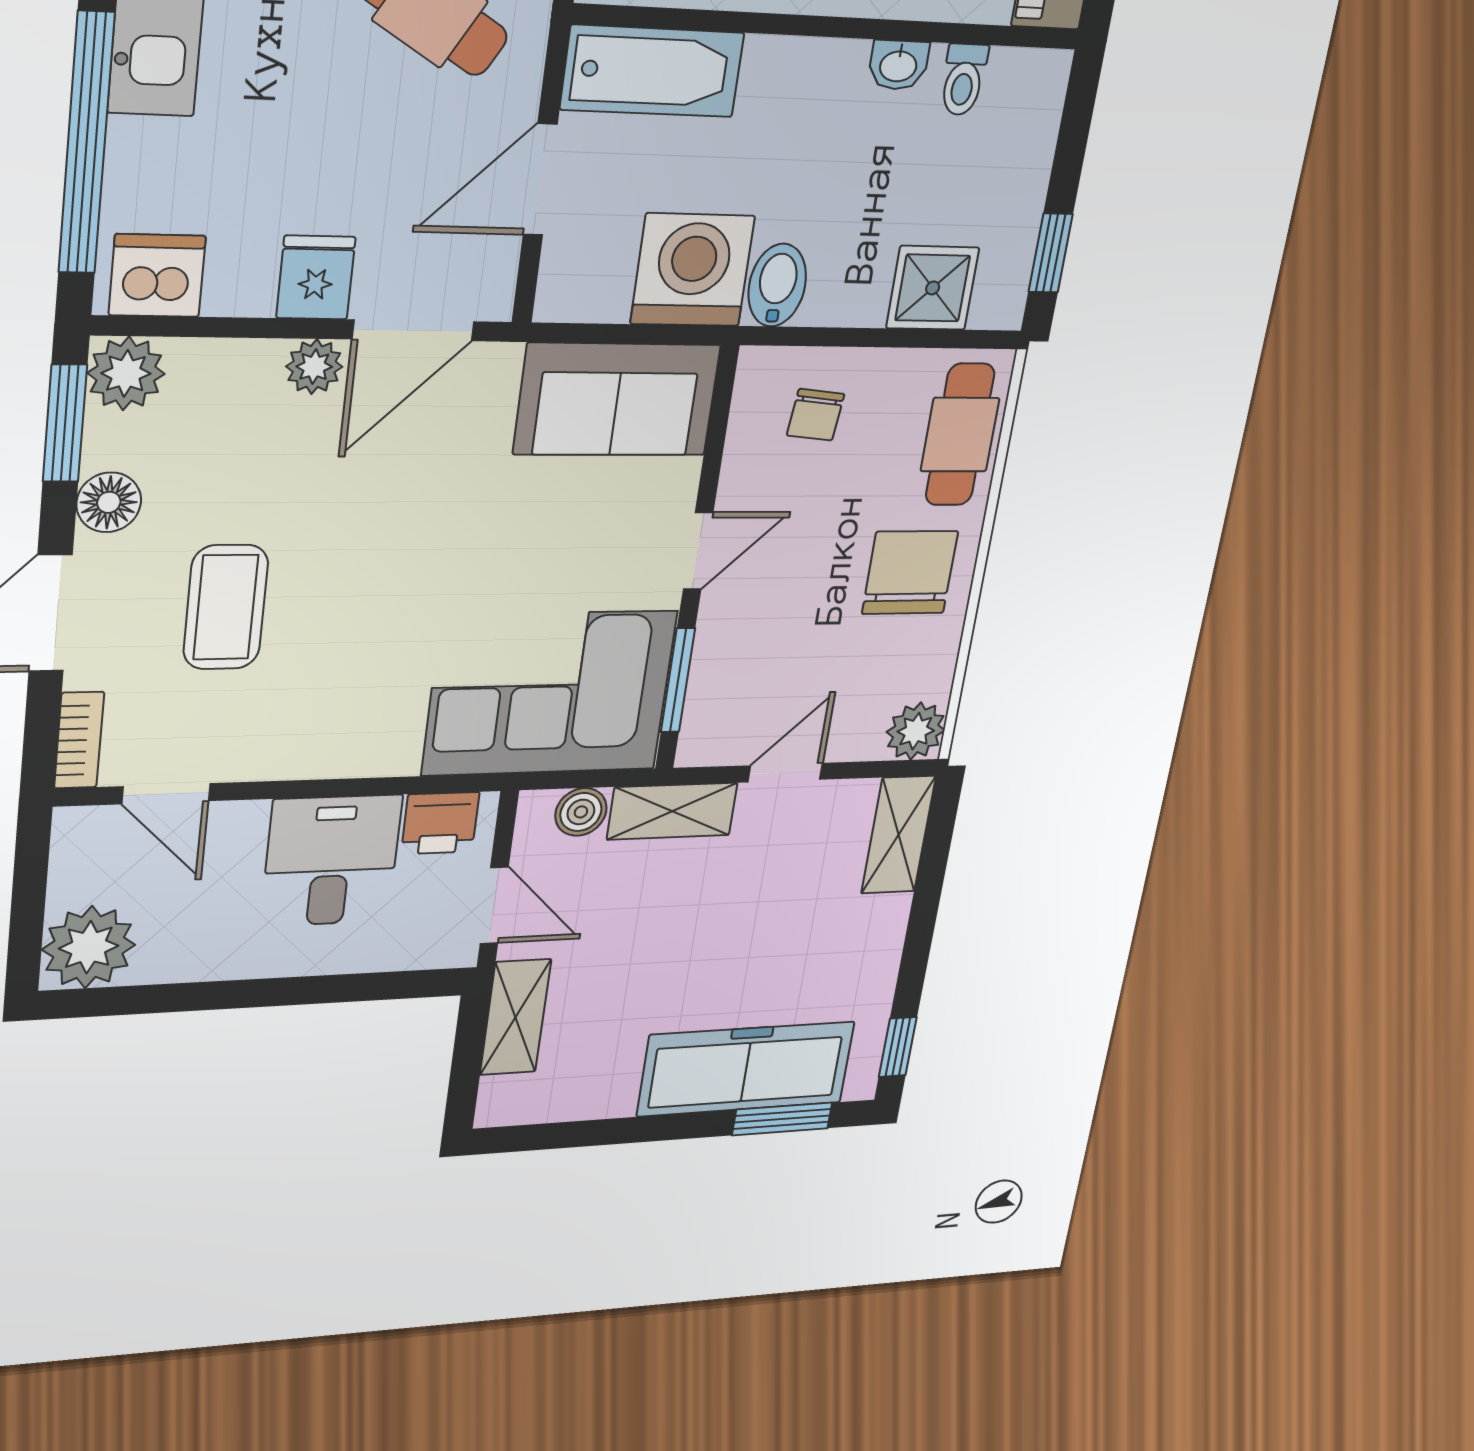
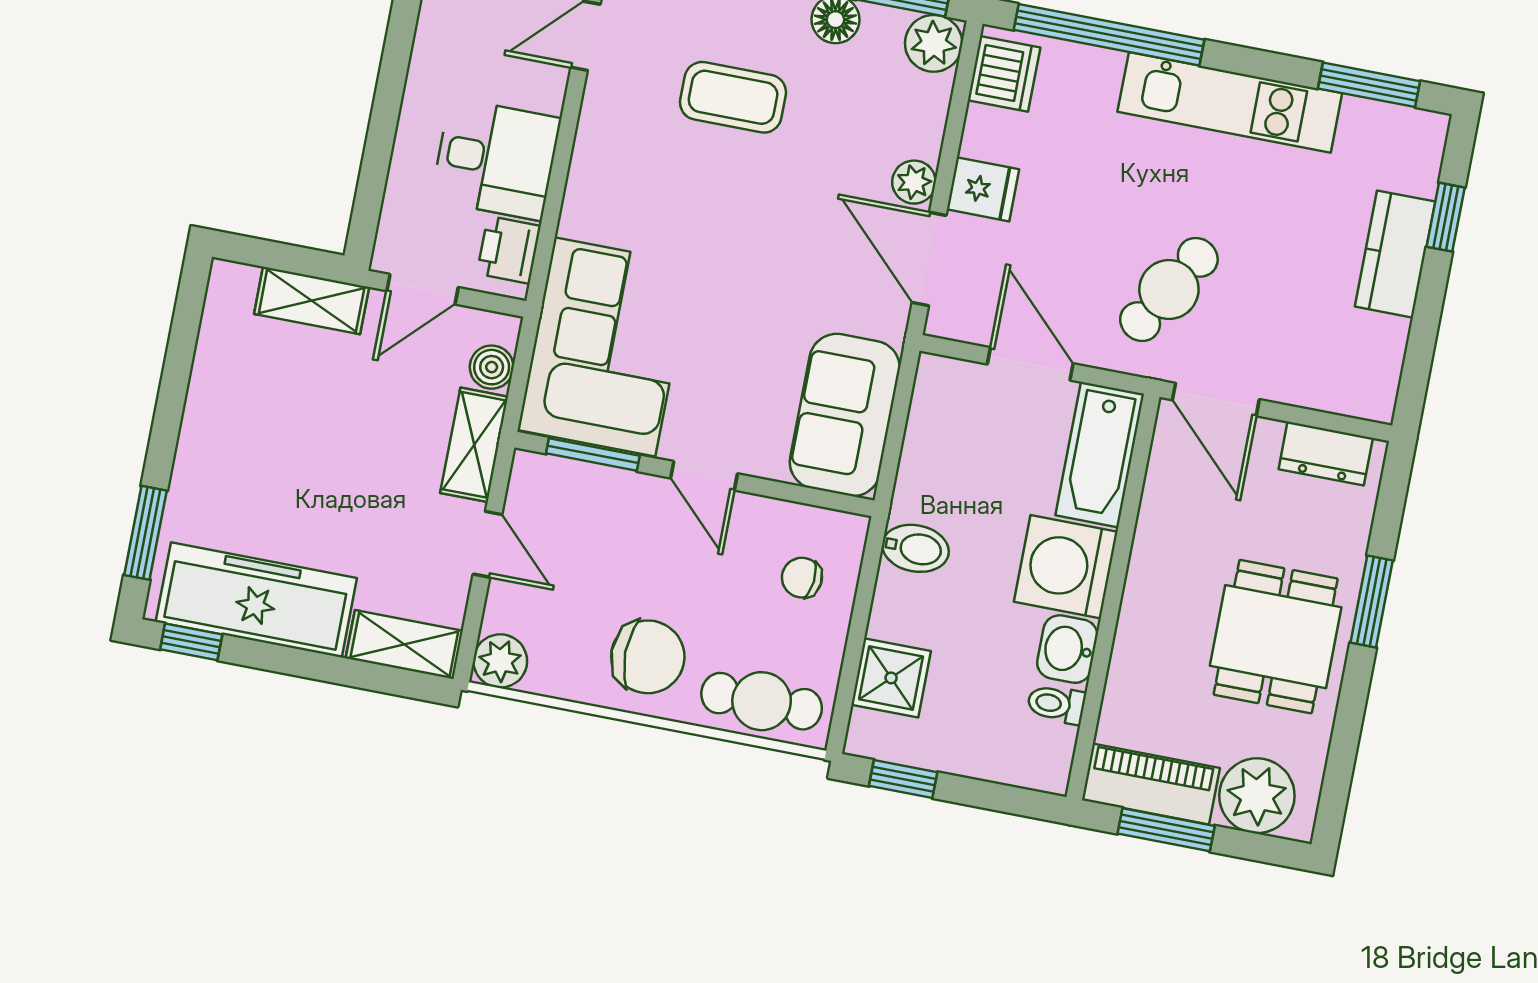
washbasin: (898, 65) -> (1067, 649), width x1.38, depth x1.45
washing machine: (693, 270) -> (1066, 567), moved, turned 180
freezer: (746, 1069) -> (256, 600), moved, turned -90

